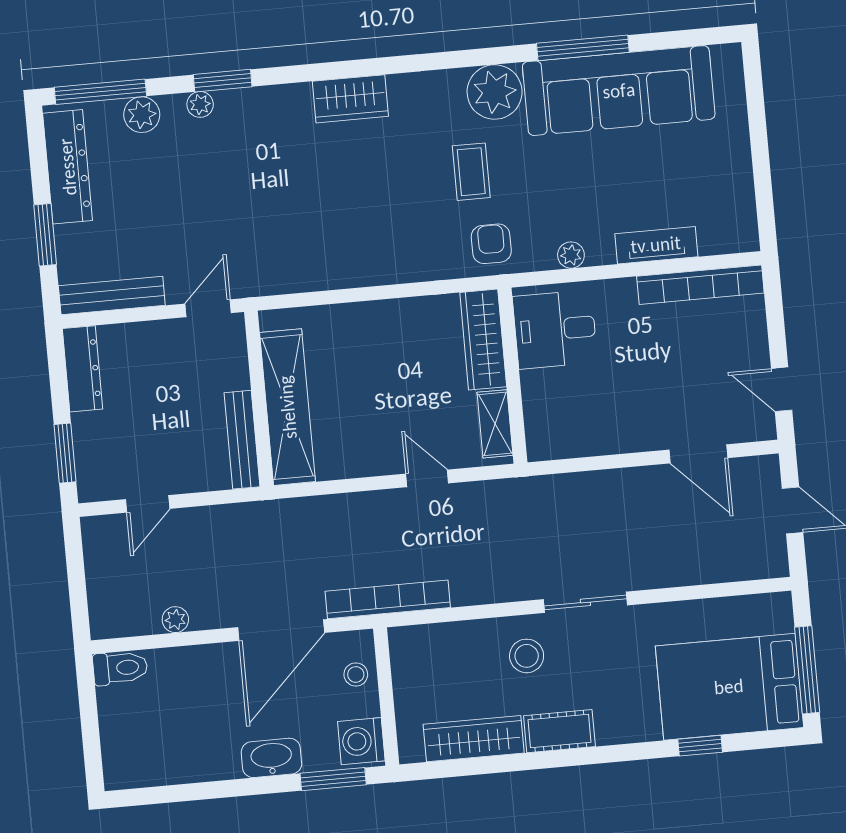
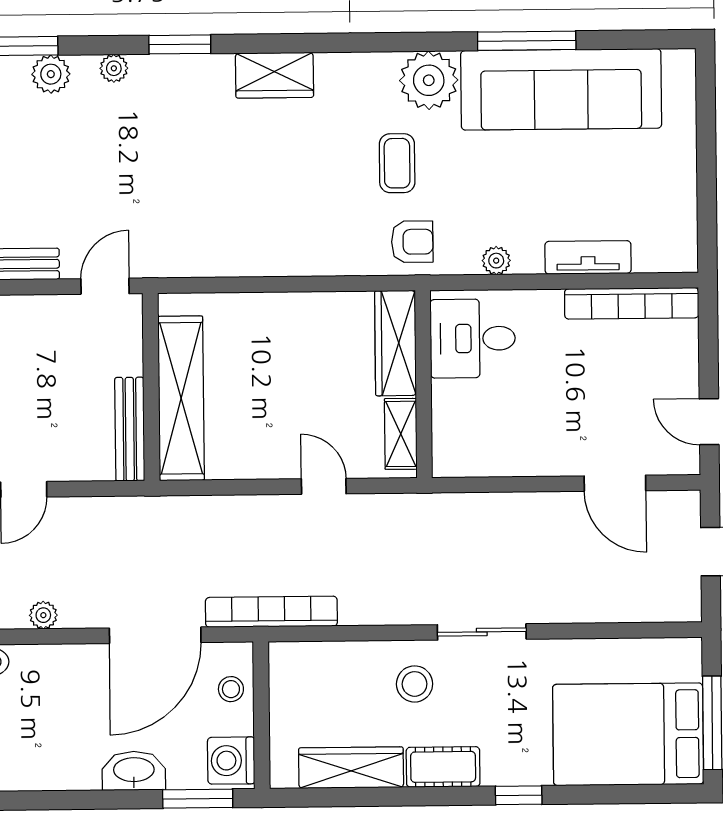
window: (223, 81) -> (180, 44), moved
armchair: (491, 244) -> (412, 242), turned 90
window: (700, 746) -> (519, 795), moved

